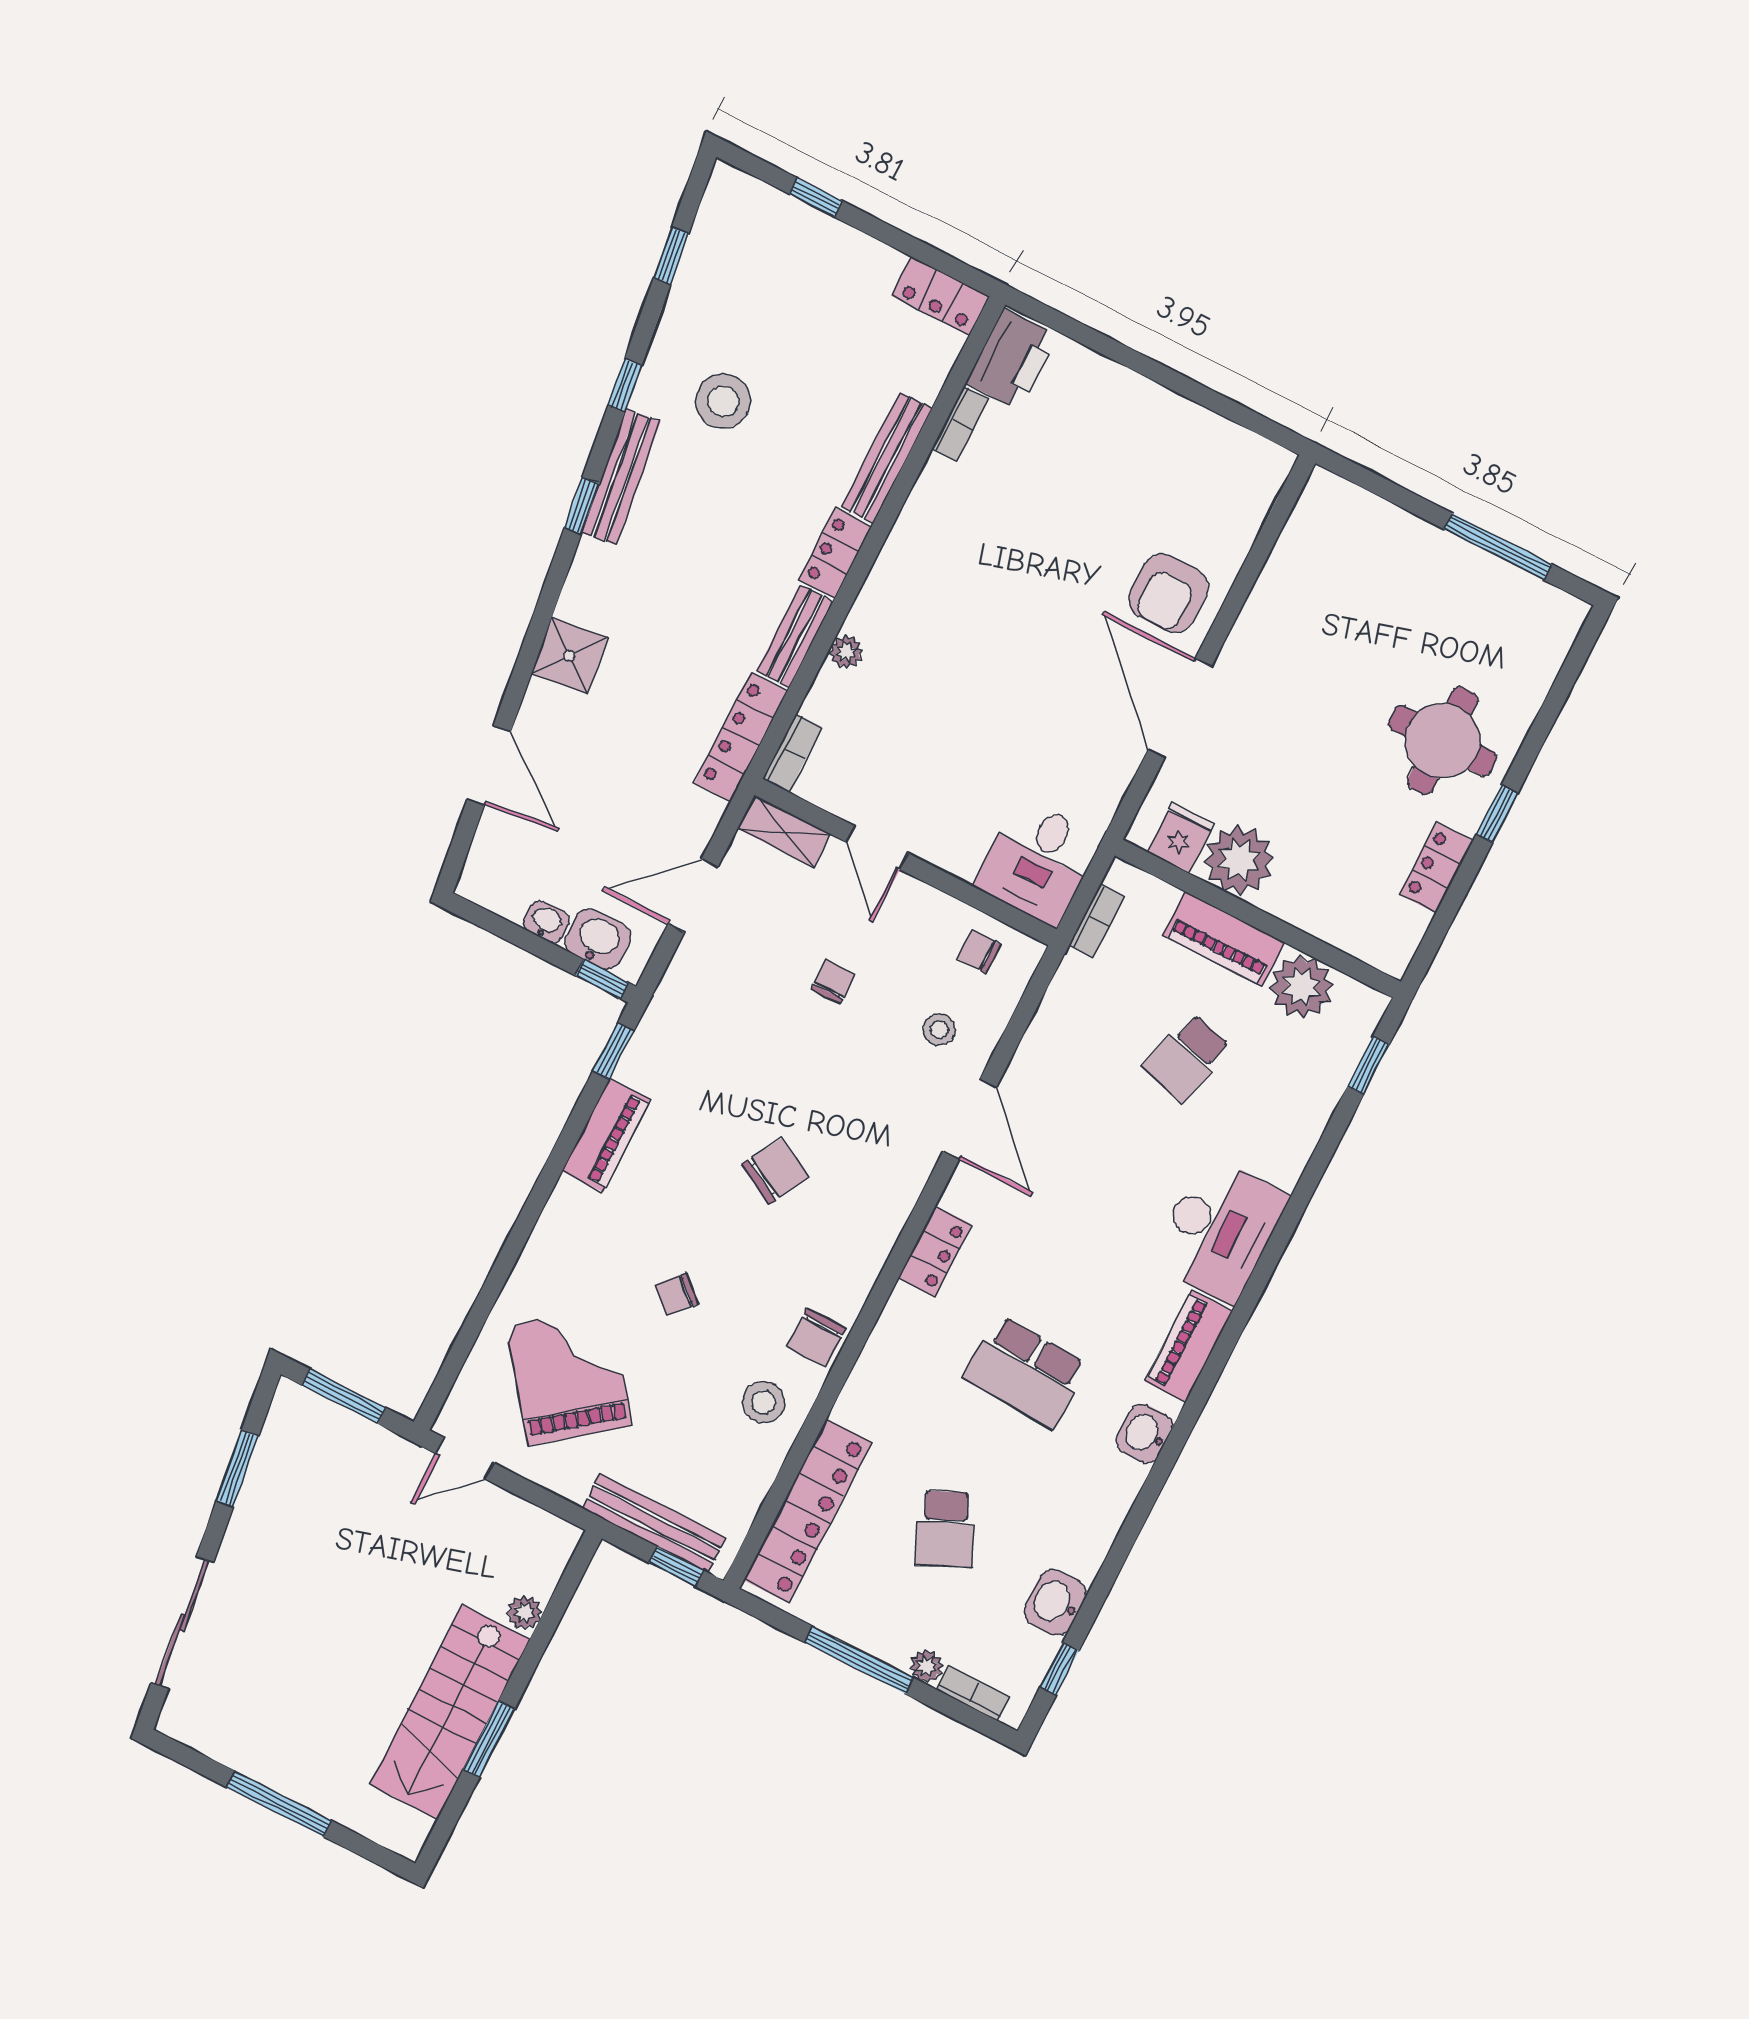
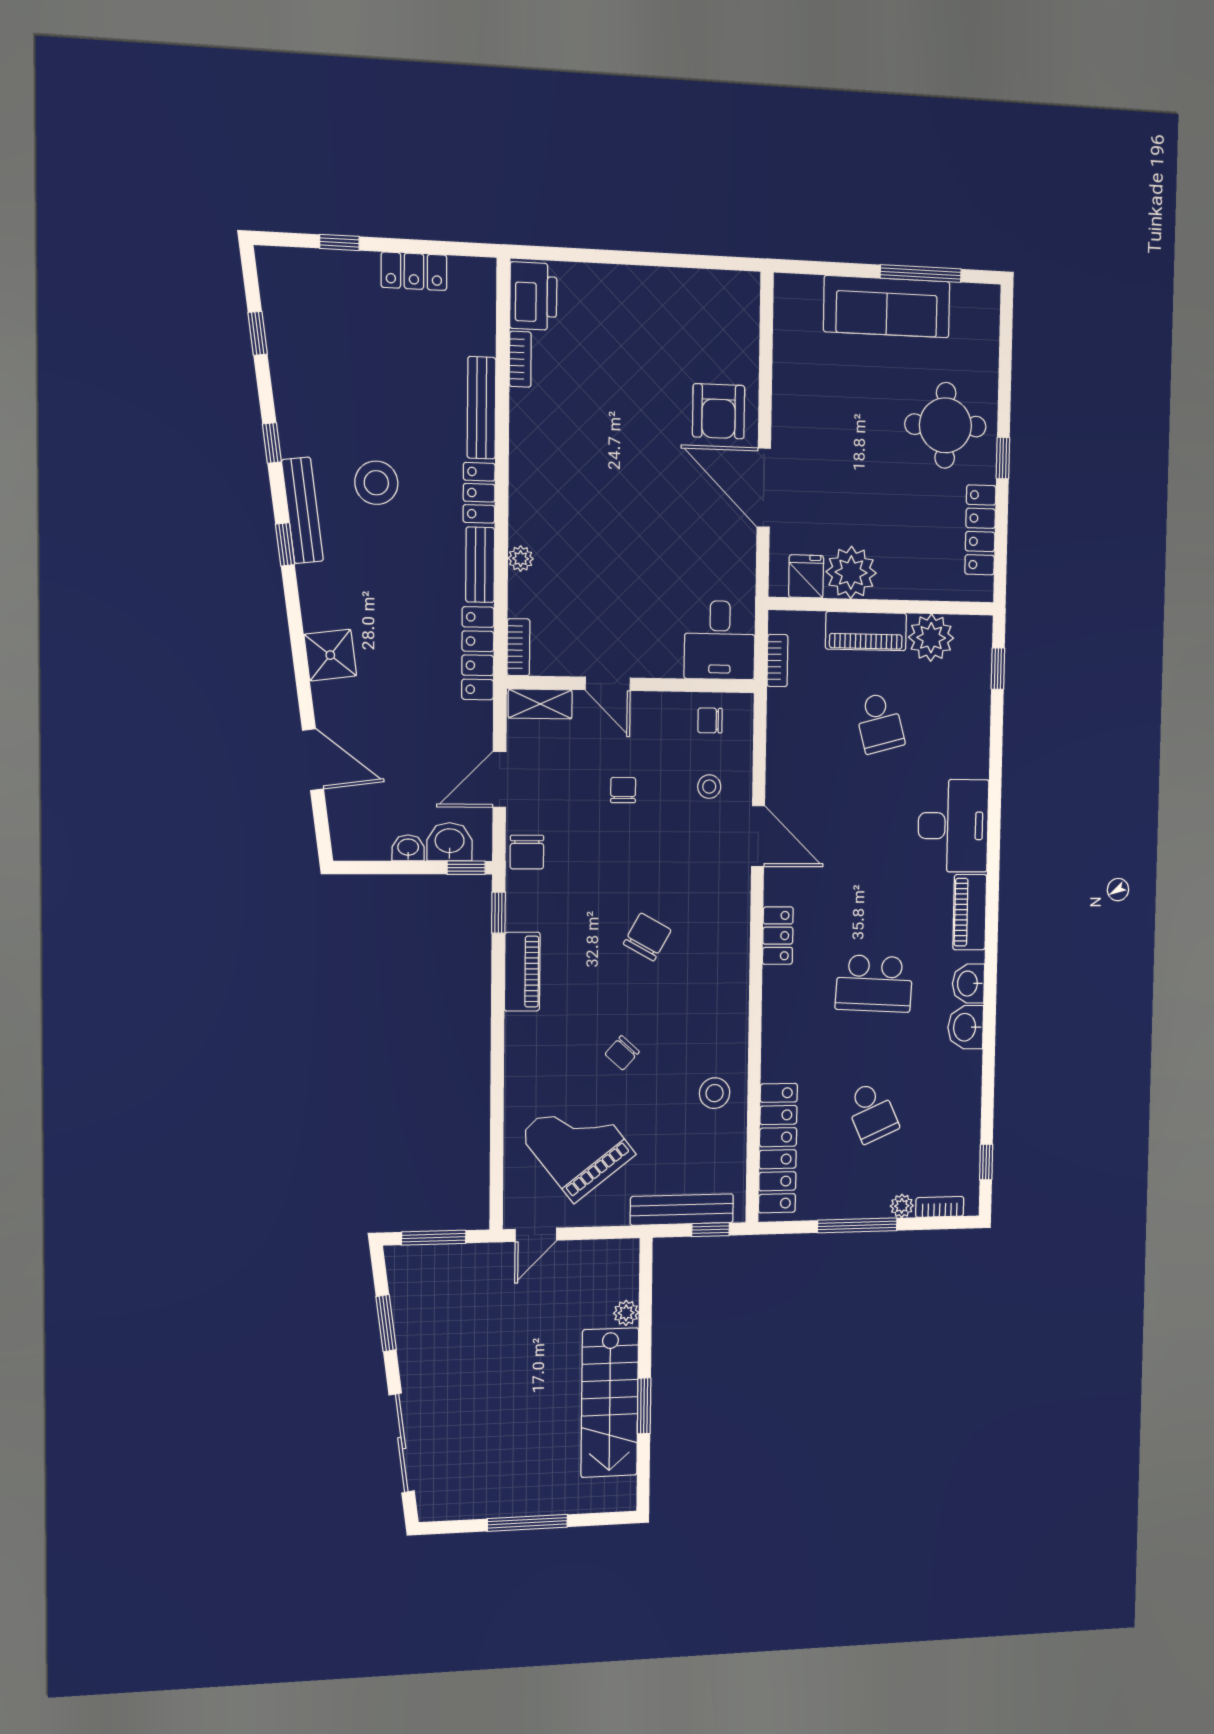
locker: (940, 296) -> (414, 271), moved
stool: (723, 401) -> (376, 483), moved
sofa: (1437, 566) -> (887, 307), added
locker: (1436, 868) -> (980, 530), width x1.53
school desk: (1187, 1058) -> (879, 723), turned -30
chair: (816, 1338) -> (527, 852), moved
washbasin: (1055, 1603) -> (966, 1027), moved

